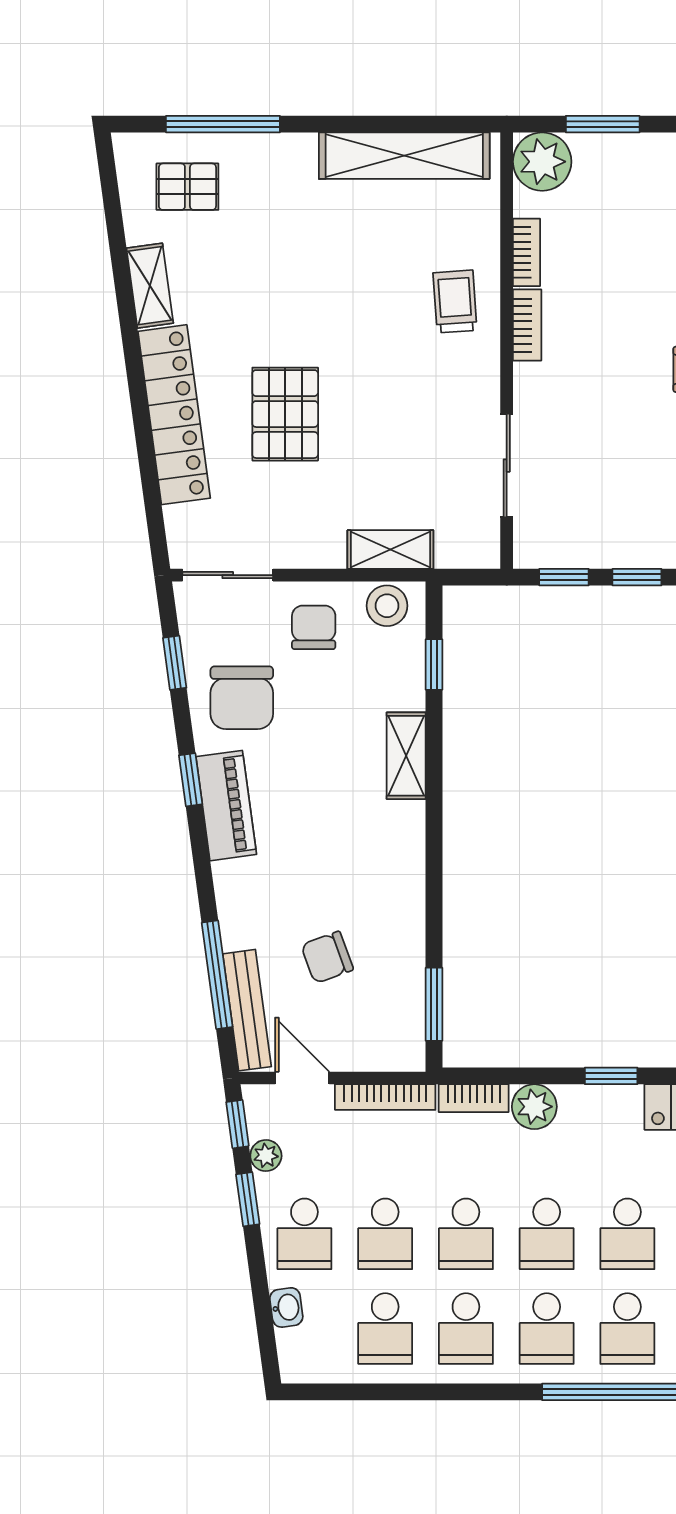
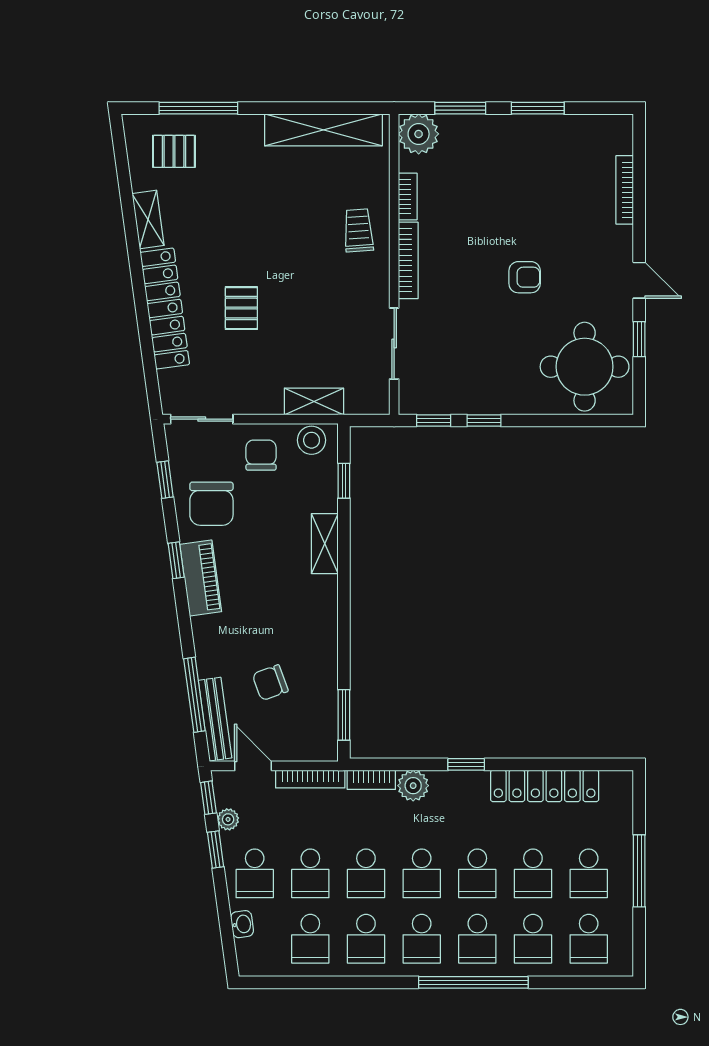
bookcase: (527, 325) -> (408, 260), width x1.56
pallet: (285, 414) -> (241, 308), width x0.67, depth x0.71

